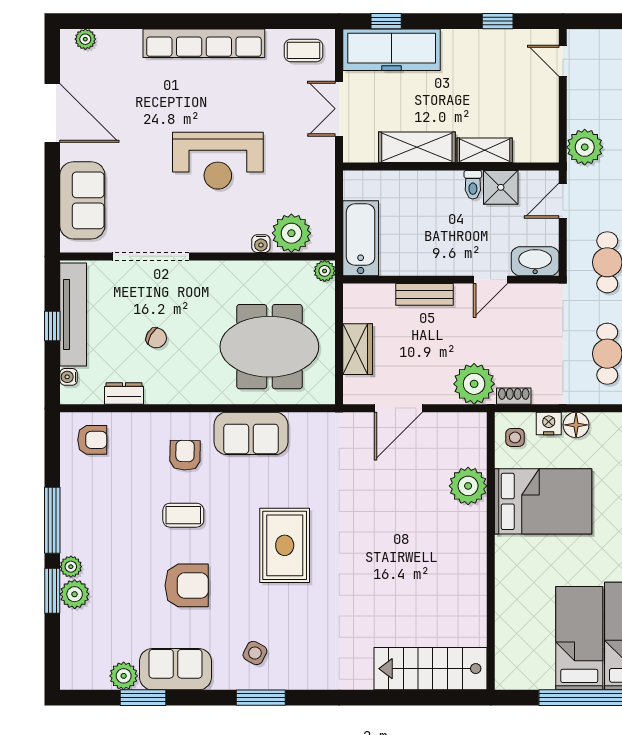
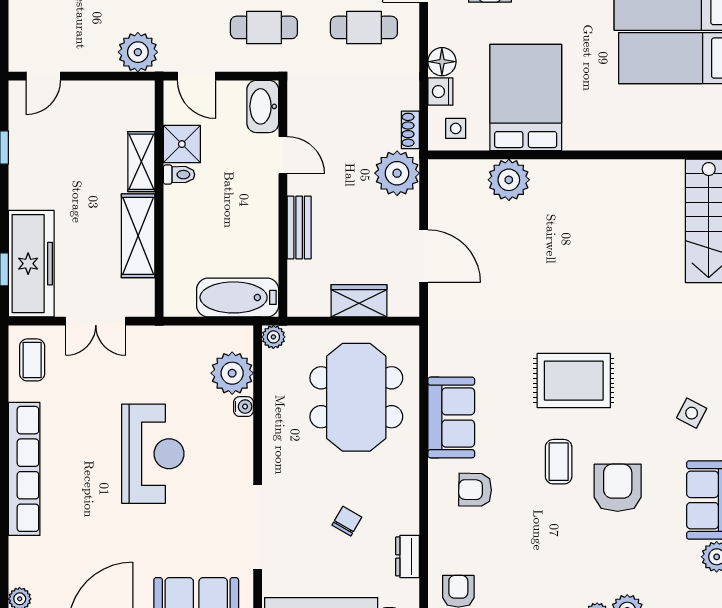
coffee table: (183, 515) -> (559, 462), moved

